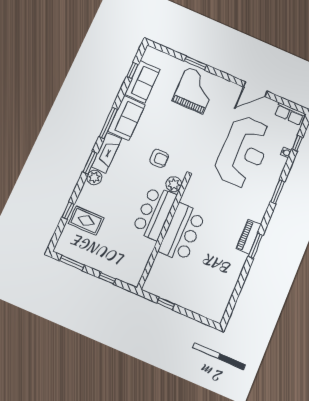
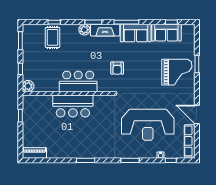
row of seats: (289, 114) -> (190, 141), width x1.48
plant: (174, 184) -> (28, 86), moved
piano: (249, 237) -> (34, 153), moved

